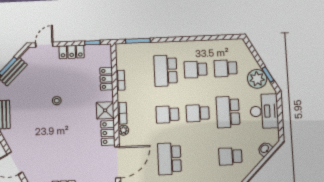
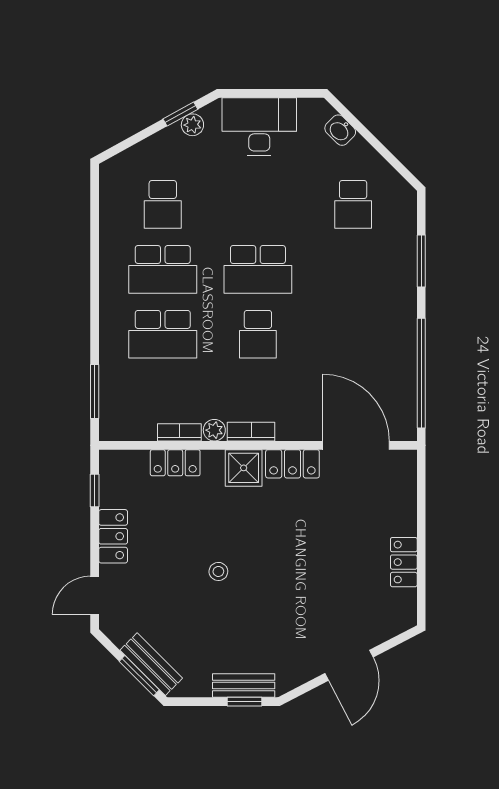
door: (44, 45) -> (95, 595), hinge flipped
school desk: (196, 69) -> (163, 269), width x1.85
plant: (257, 79) -> (192, 125), width x0.53, depth x0.53
school desk: (228, 112) -> (258, 204), removed
school desk: (198, 113) -> (258, 269), width x1.85
plant: (123, 130) -> (214, 430), moved
school desk: (169, 159) -> (353, 334), removed

